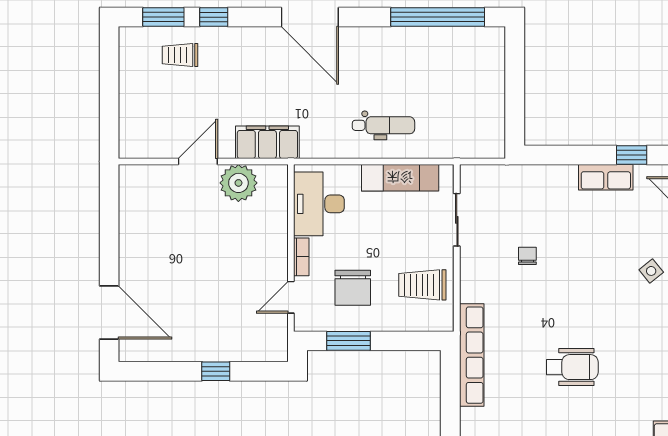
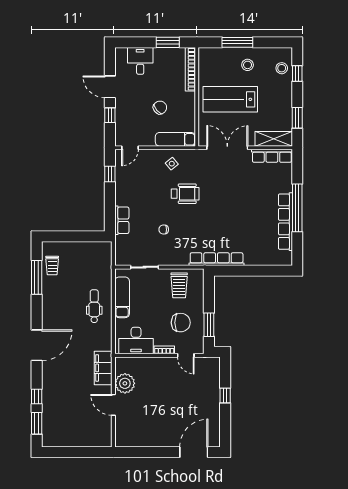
window: (438, 17) -> (37, 277), width x0.68
trolley: (180, 55) -> (52, 265), moved
row of seats: (606, 177) -> (122, 220), moved
wheelchair: (572, 367) -> (185, 194), moved, turned 90

